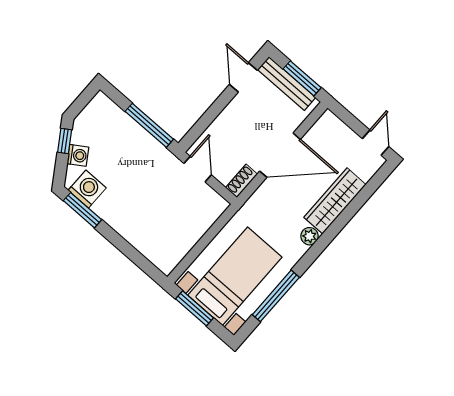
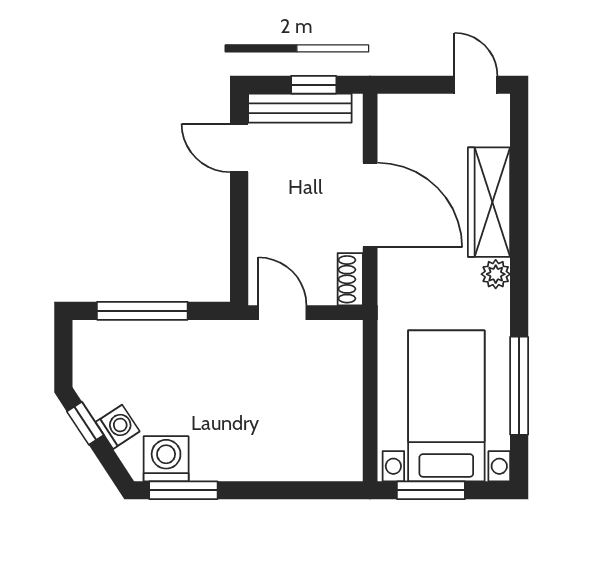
window: (302, 78) -> (314, 85), width x0.67
window: (149, 125) -> (142, 311), moved
door: (280, 155) -> (370, 205), hinge flipped

